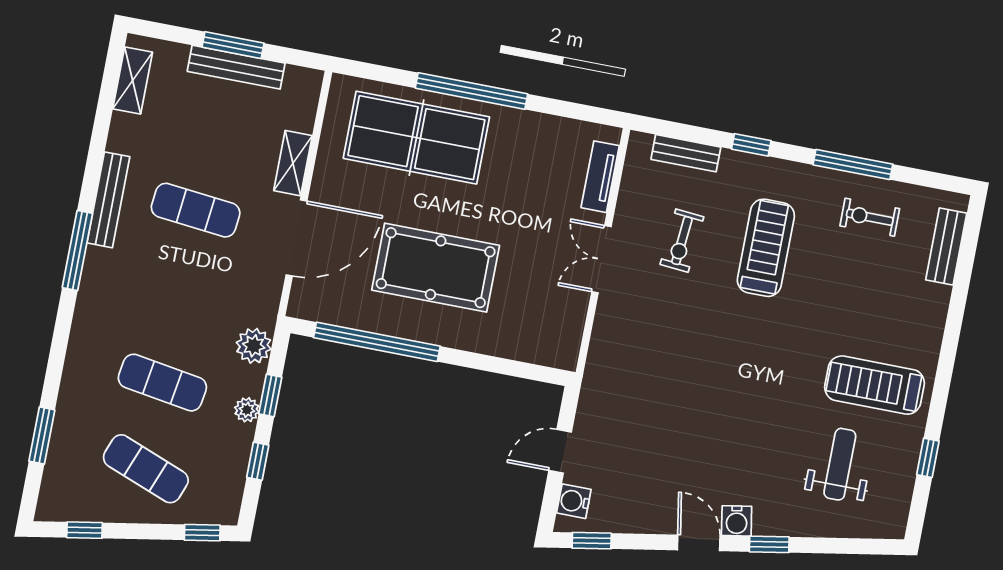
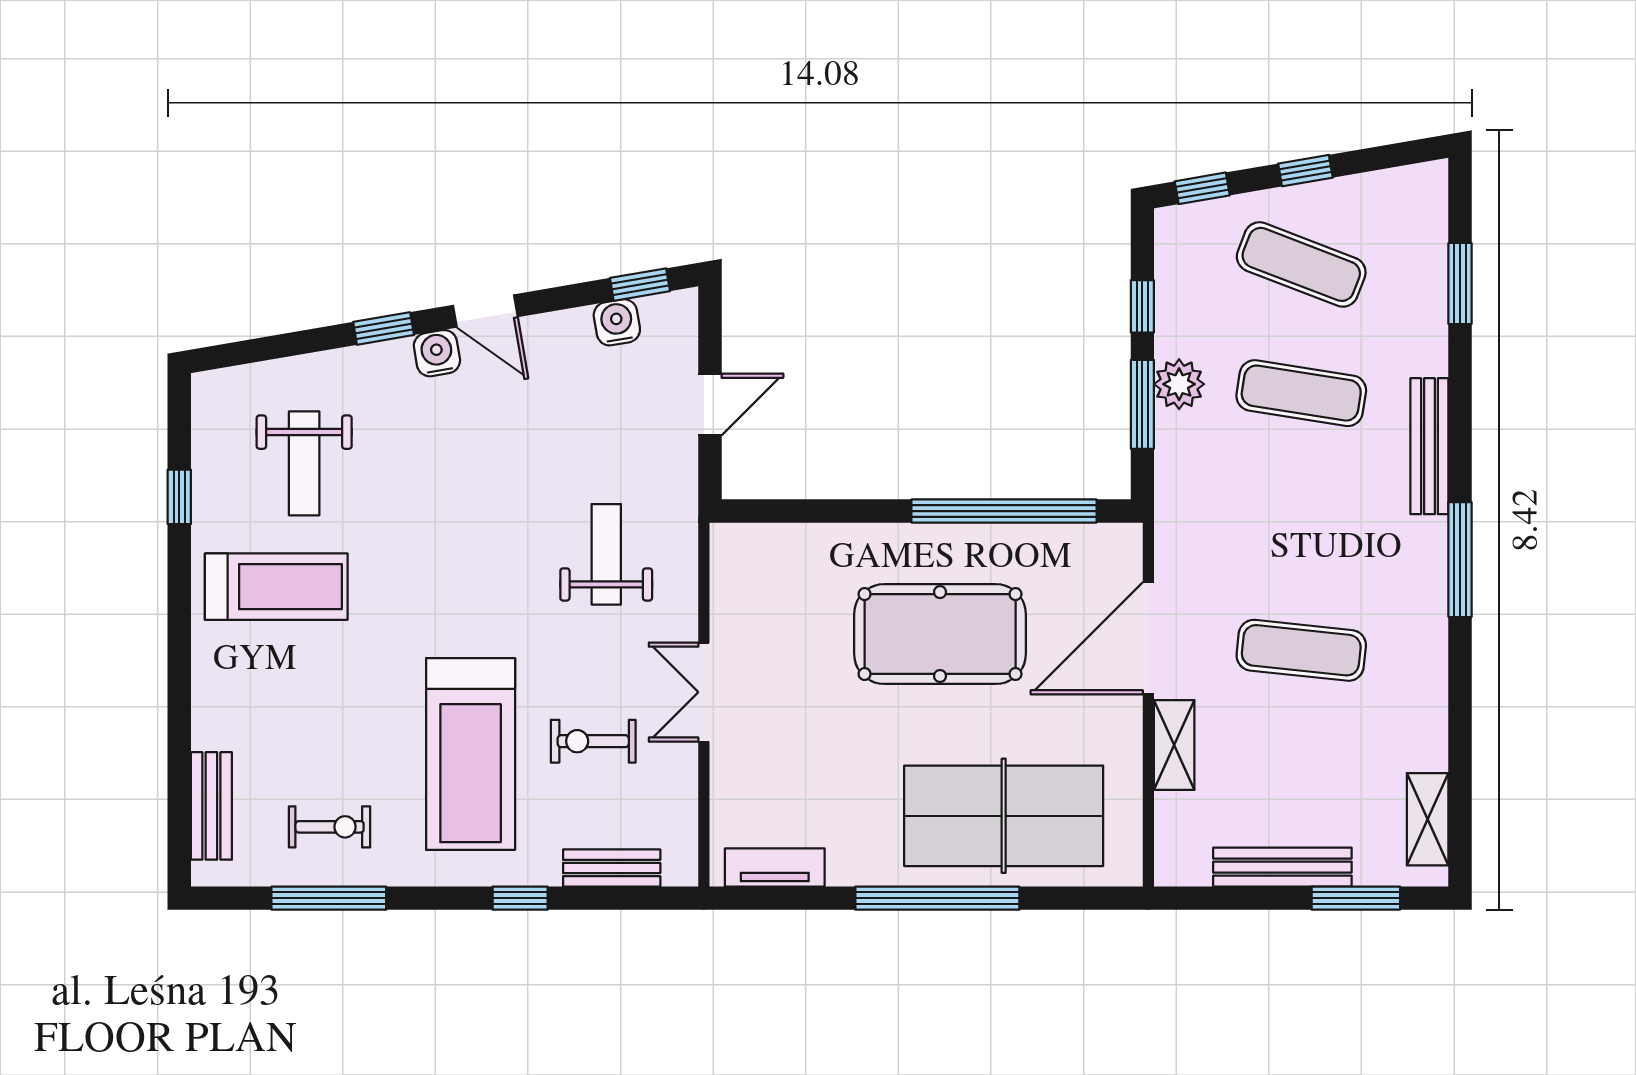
window: (233, 45) -> (1356, 898), moved
window: (853, 164) -> (329, 898), moved
tv unit: (600, 177) -> (775, 867), moved, turned -90
bench: (108, 200) -> (1429, 446), moved
exercise bike: (682, 241) -> (593, 741), turned -95
treadmill: (766, 248) -> (471, 754), width x1.37, depth x1.38
double door: (601, 259) -> (704, 692), swing flipped
plant: (254, 346) -> (1180, 471), removed
weight bench: (649, 364) -> (606, 554), added
window: (270, 396) -> (1142, 404), width x1.50
plant: (247, 410) -> (1179, 384), width x1.38, depth x1.38
water cooler: (574, 501) -> (617, 322), moved, turned -100
window: (85, 530) -> (1305, 171), moved

